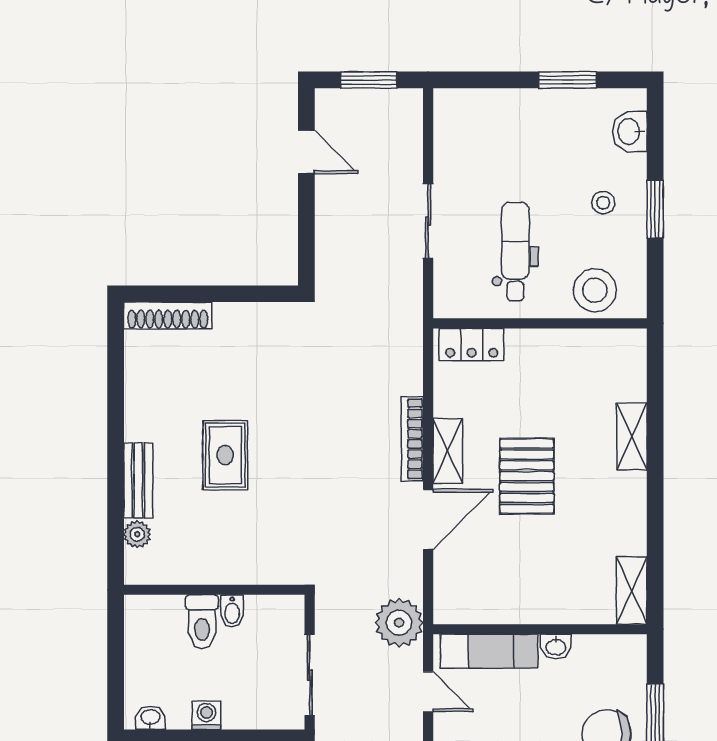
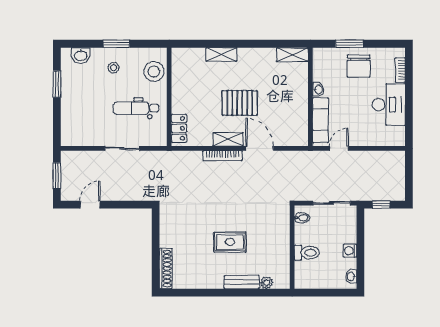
bidet: (232, 611) -> (302, 218), moved
plant: (399, 623) -> (307, 162), removed

